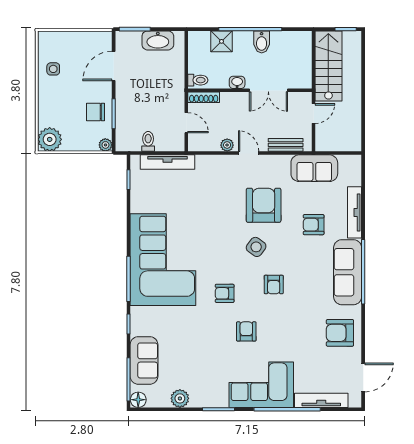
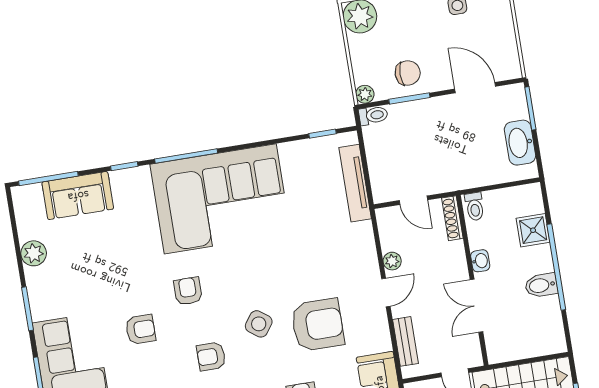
chair: (95, 112) -> (408, 73), turned 90
door: (186, 123) -> (413, 200), hinge flipped
toilet: (148, 141) -> (373, 115), moved
floor lamp: (138, 400) -> (22, 196), removed

